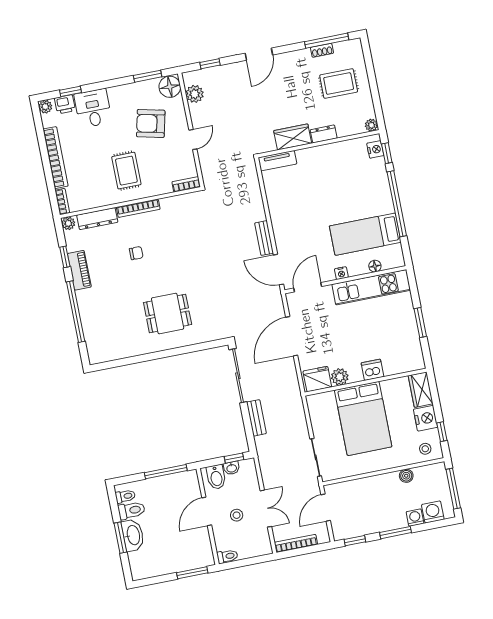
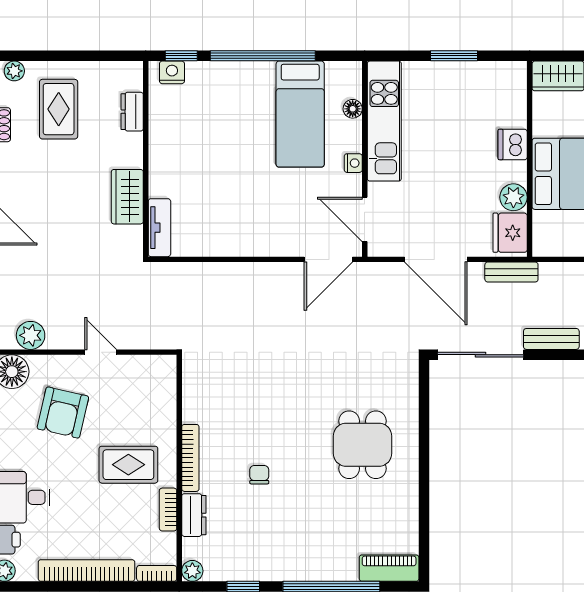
plant: (371, 125) -> (14, 71), moved
dresser: (324, 134) -> (132, 112), moved
bookcase: (186, 184) -> (168, 510), moved
dresser: (97, 219) -> (194, 515), width x0.70
bench: (264, 238) -> (511, 272), moved
piano: (79, 270) -> (389, 568), moved

